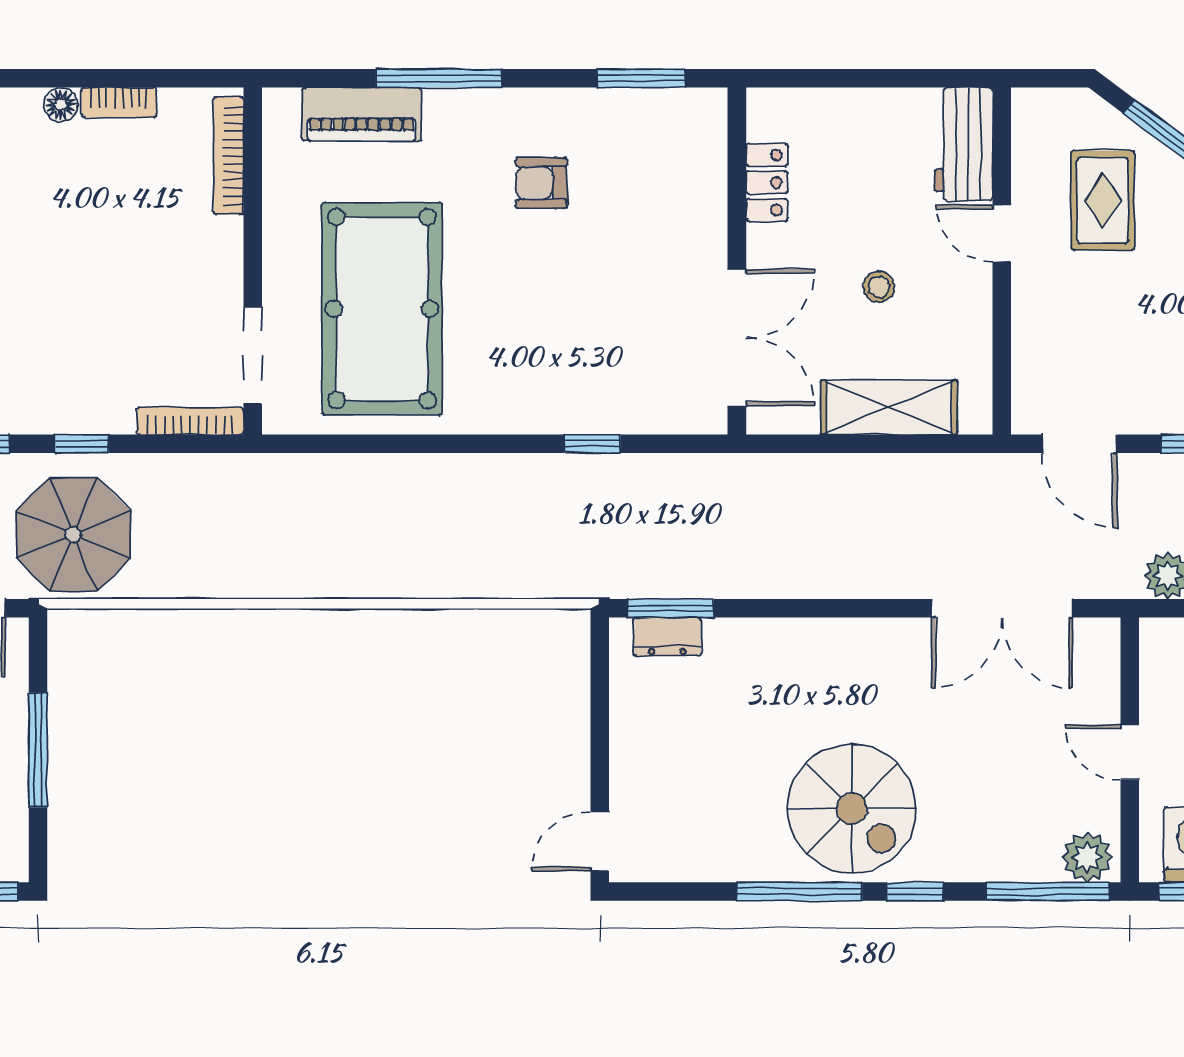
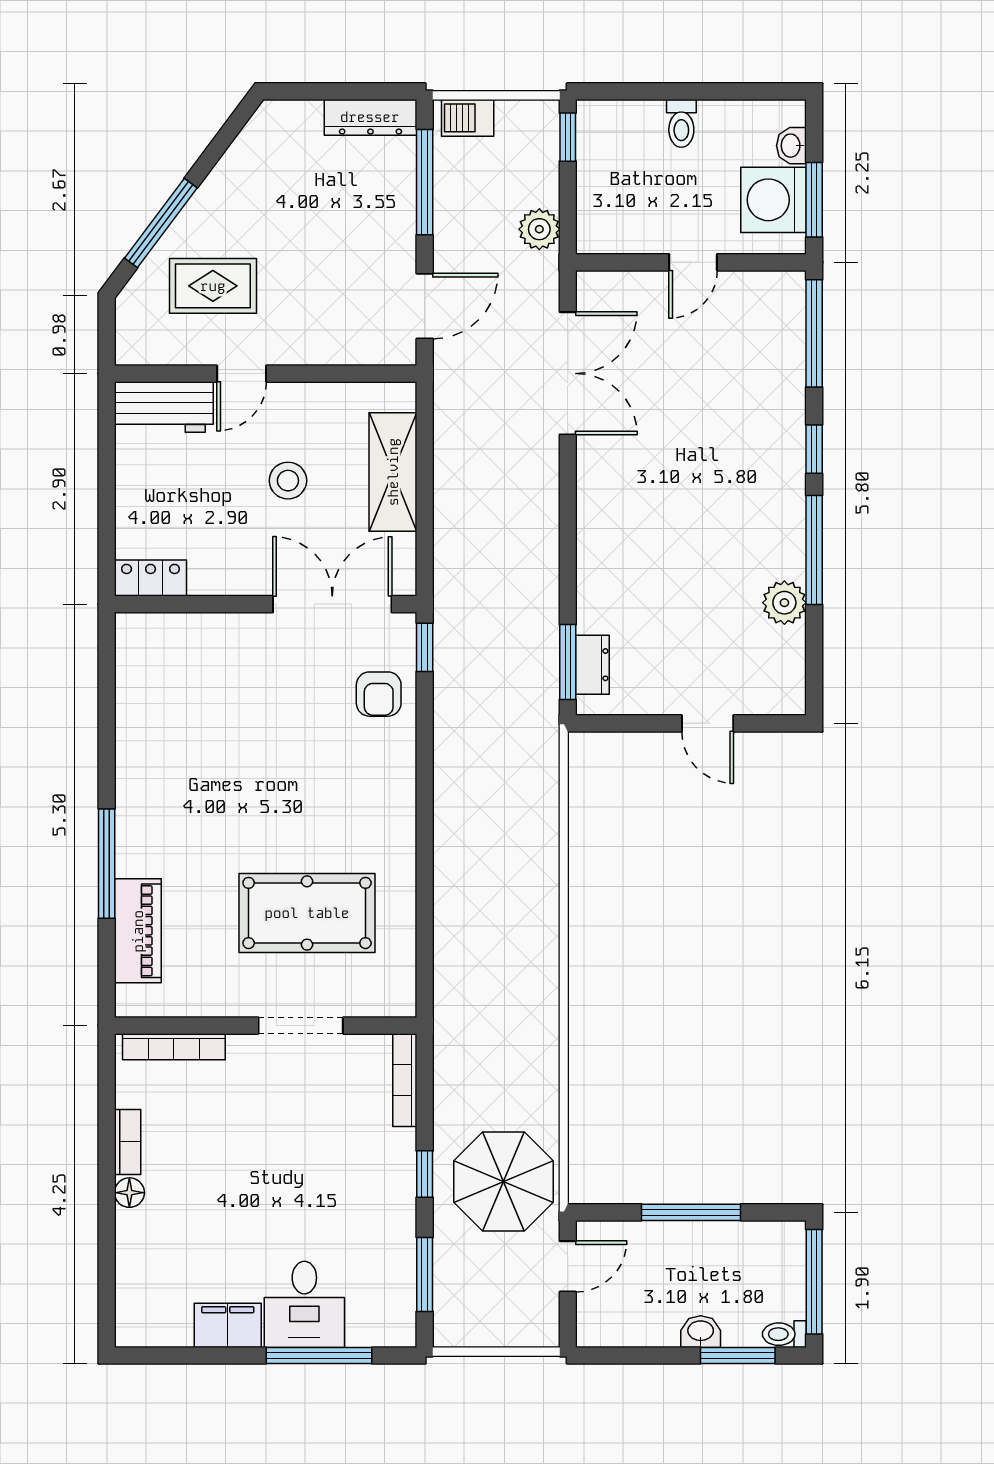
window: (641, 78) -> (107, 687), removed
locker: (767, 182) -> (151, 578), moved
armchair: (541, 183) -> (379, 694), moved
stool: (879, 287) -> (288, 481), width x1.37, depth x1.37
pool table: (382, 309) -> (307, 913), width x0.73, depth x0.76
doorway: (253, 355) -> (301, 1026), moved
window: (592, 444) -> (425, 647), moved
spiral stairs: (852, 808) -> (742, 504), removed
door: (600, 841) -> (708, 723), moved
plant: (1087, 857) -> (784, 603), moved

